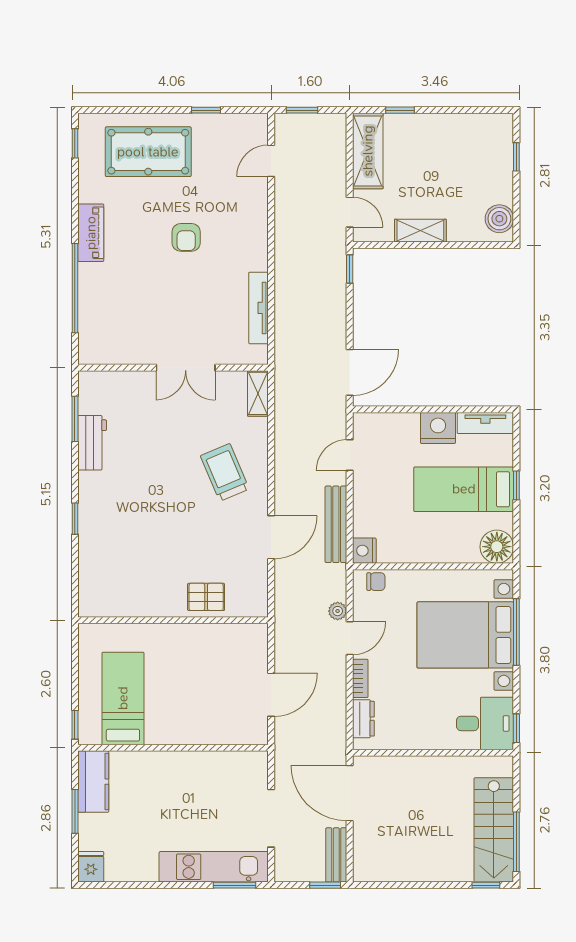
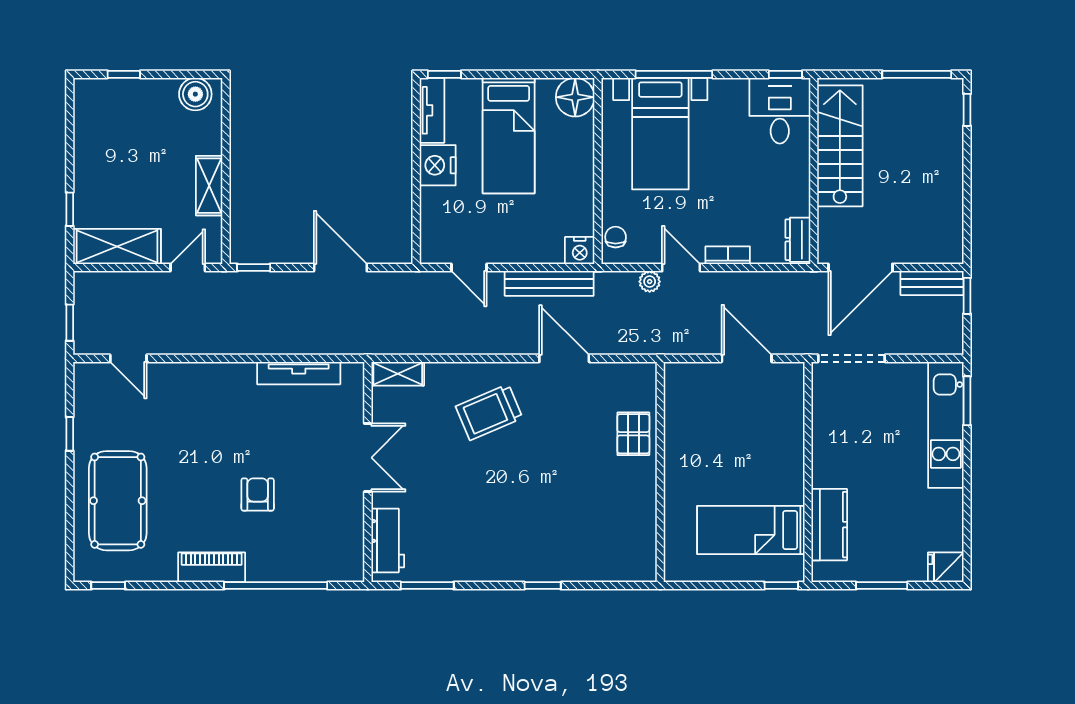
armchair: (186, 237) -> (258, 494), moved, turned -90
door: (350, 372) -> (340, 268), moved
workbench: (92, 443) -> (388, 541), moved, turned 90
window: (516, 485) -> (444, 74), moved
bed with nightstands: (465, 635) -> (660, 134), width x0.73
dresser: (363, 719) -> (798, 240), moved, turned -90
kitchen counter: (93, 782) -> (829, 525), moved, turned 90
doorway: (271, 818) -> (852, 358), moved
stairs: (494, 830) -> (840, 146), moved, turned -90

